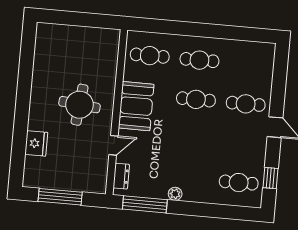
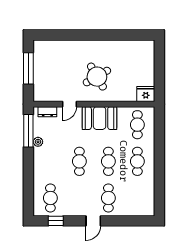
round table: (80, 105) -> (97, 77), turned -36
cafe table: (192, 139) -> (79, 161), added
fridge: (36, 143) -> (146, 94), moved, turned 180
door: (114, 145) -> (69, 104), hinge flipped
plant: (175, 194) -> (38, 142), moved

